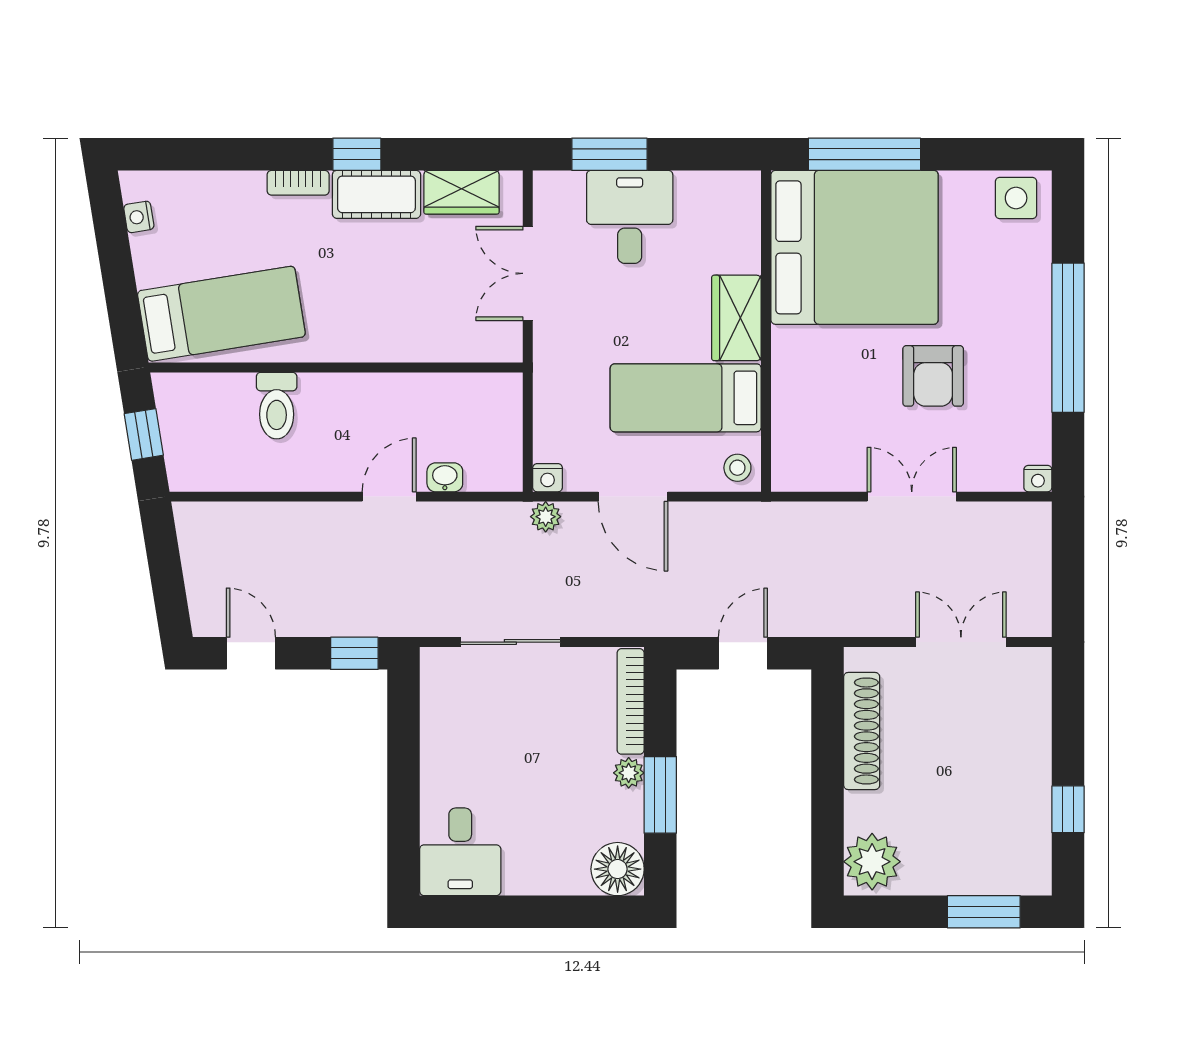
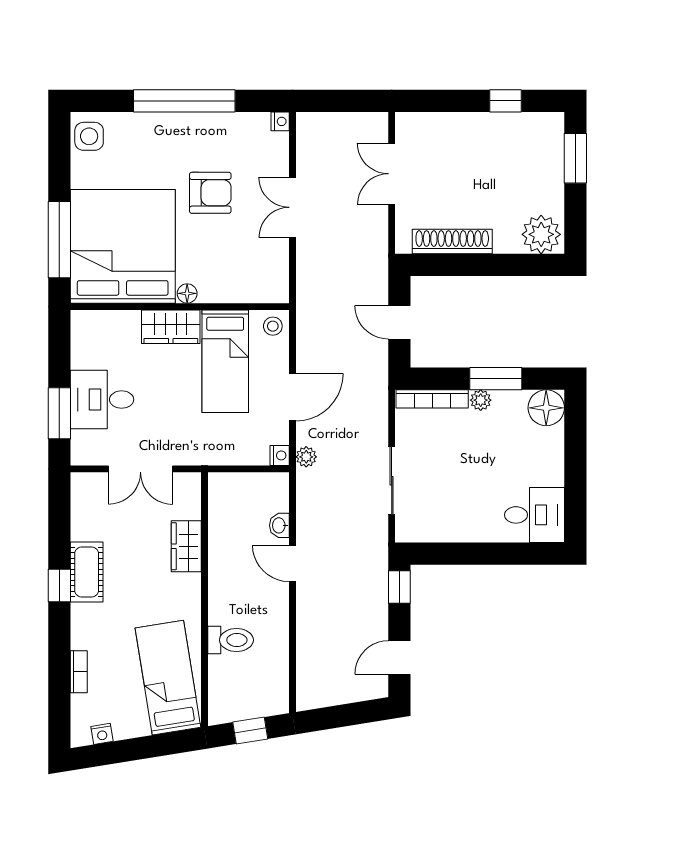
bookcase: (298, 183) -> (79, 672), moved
wardrobe: (461, 192) -> (186, 546), moved, turned 180
floor lamp: (785, 342) -> (187, 293), added

